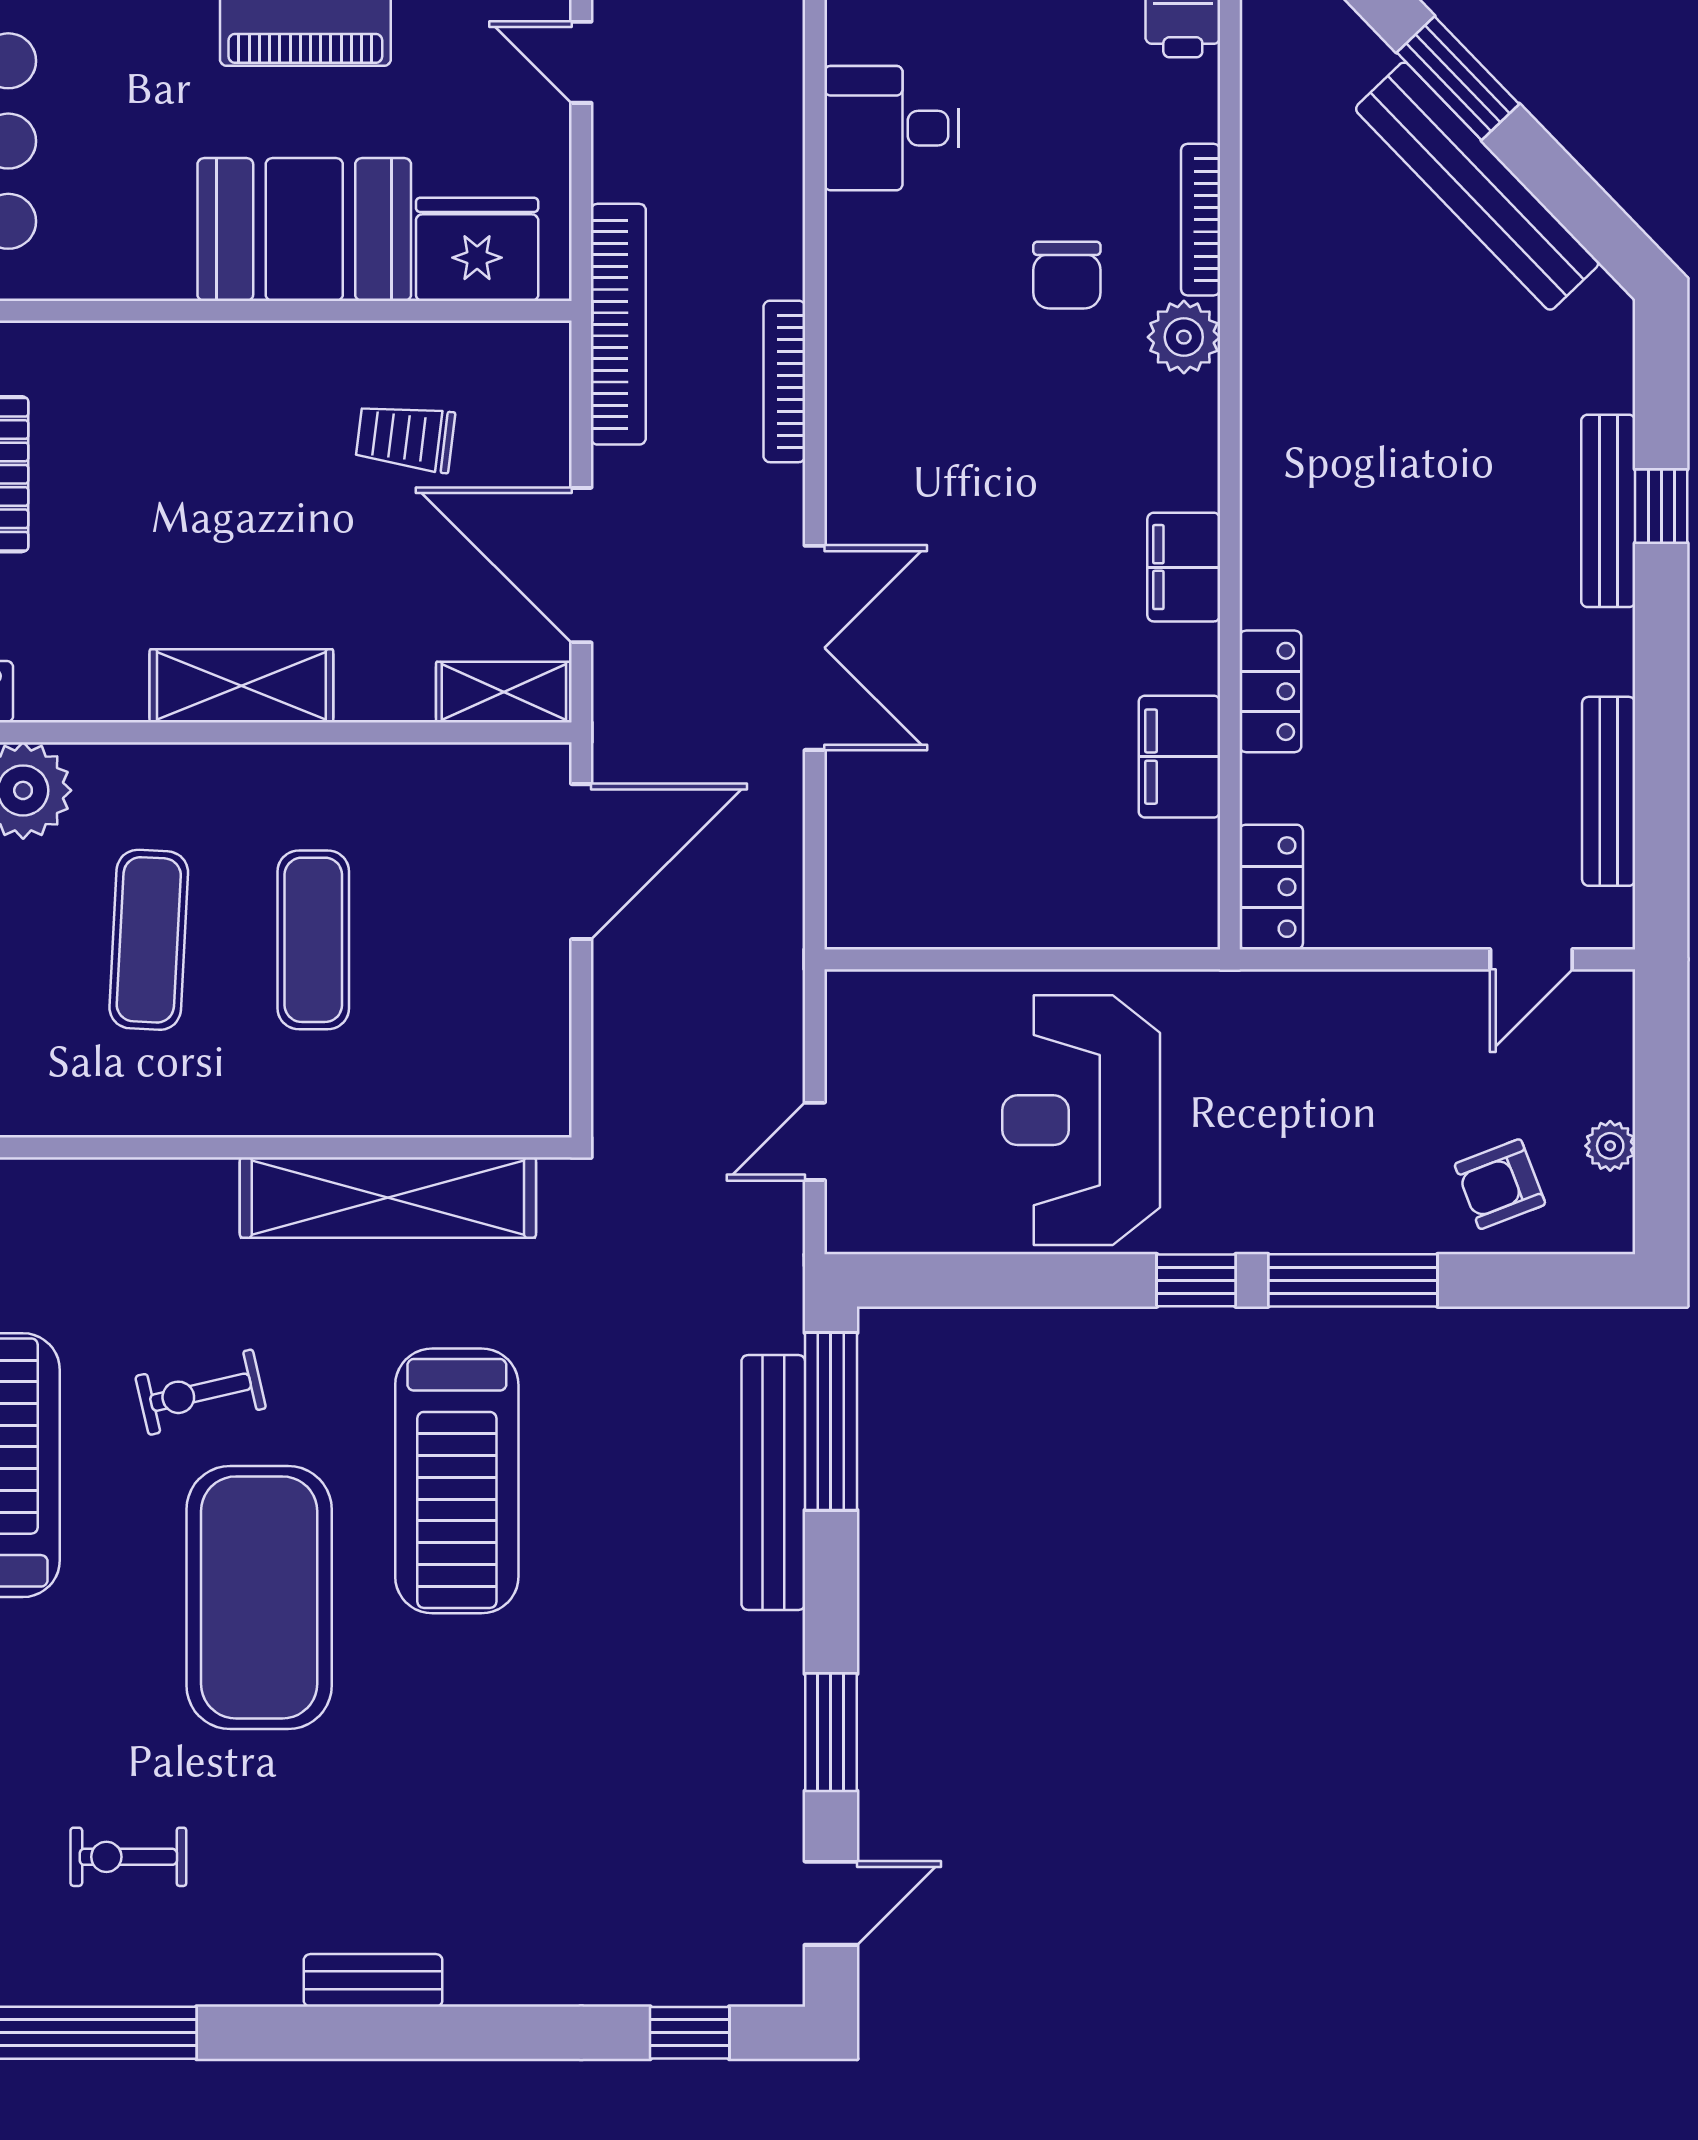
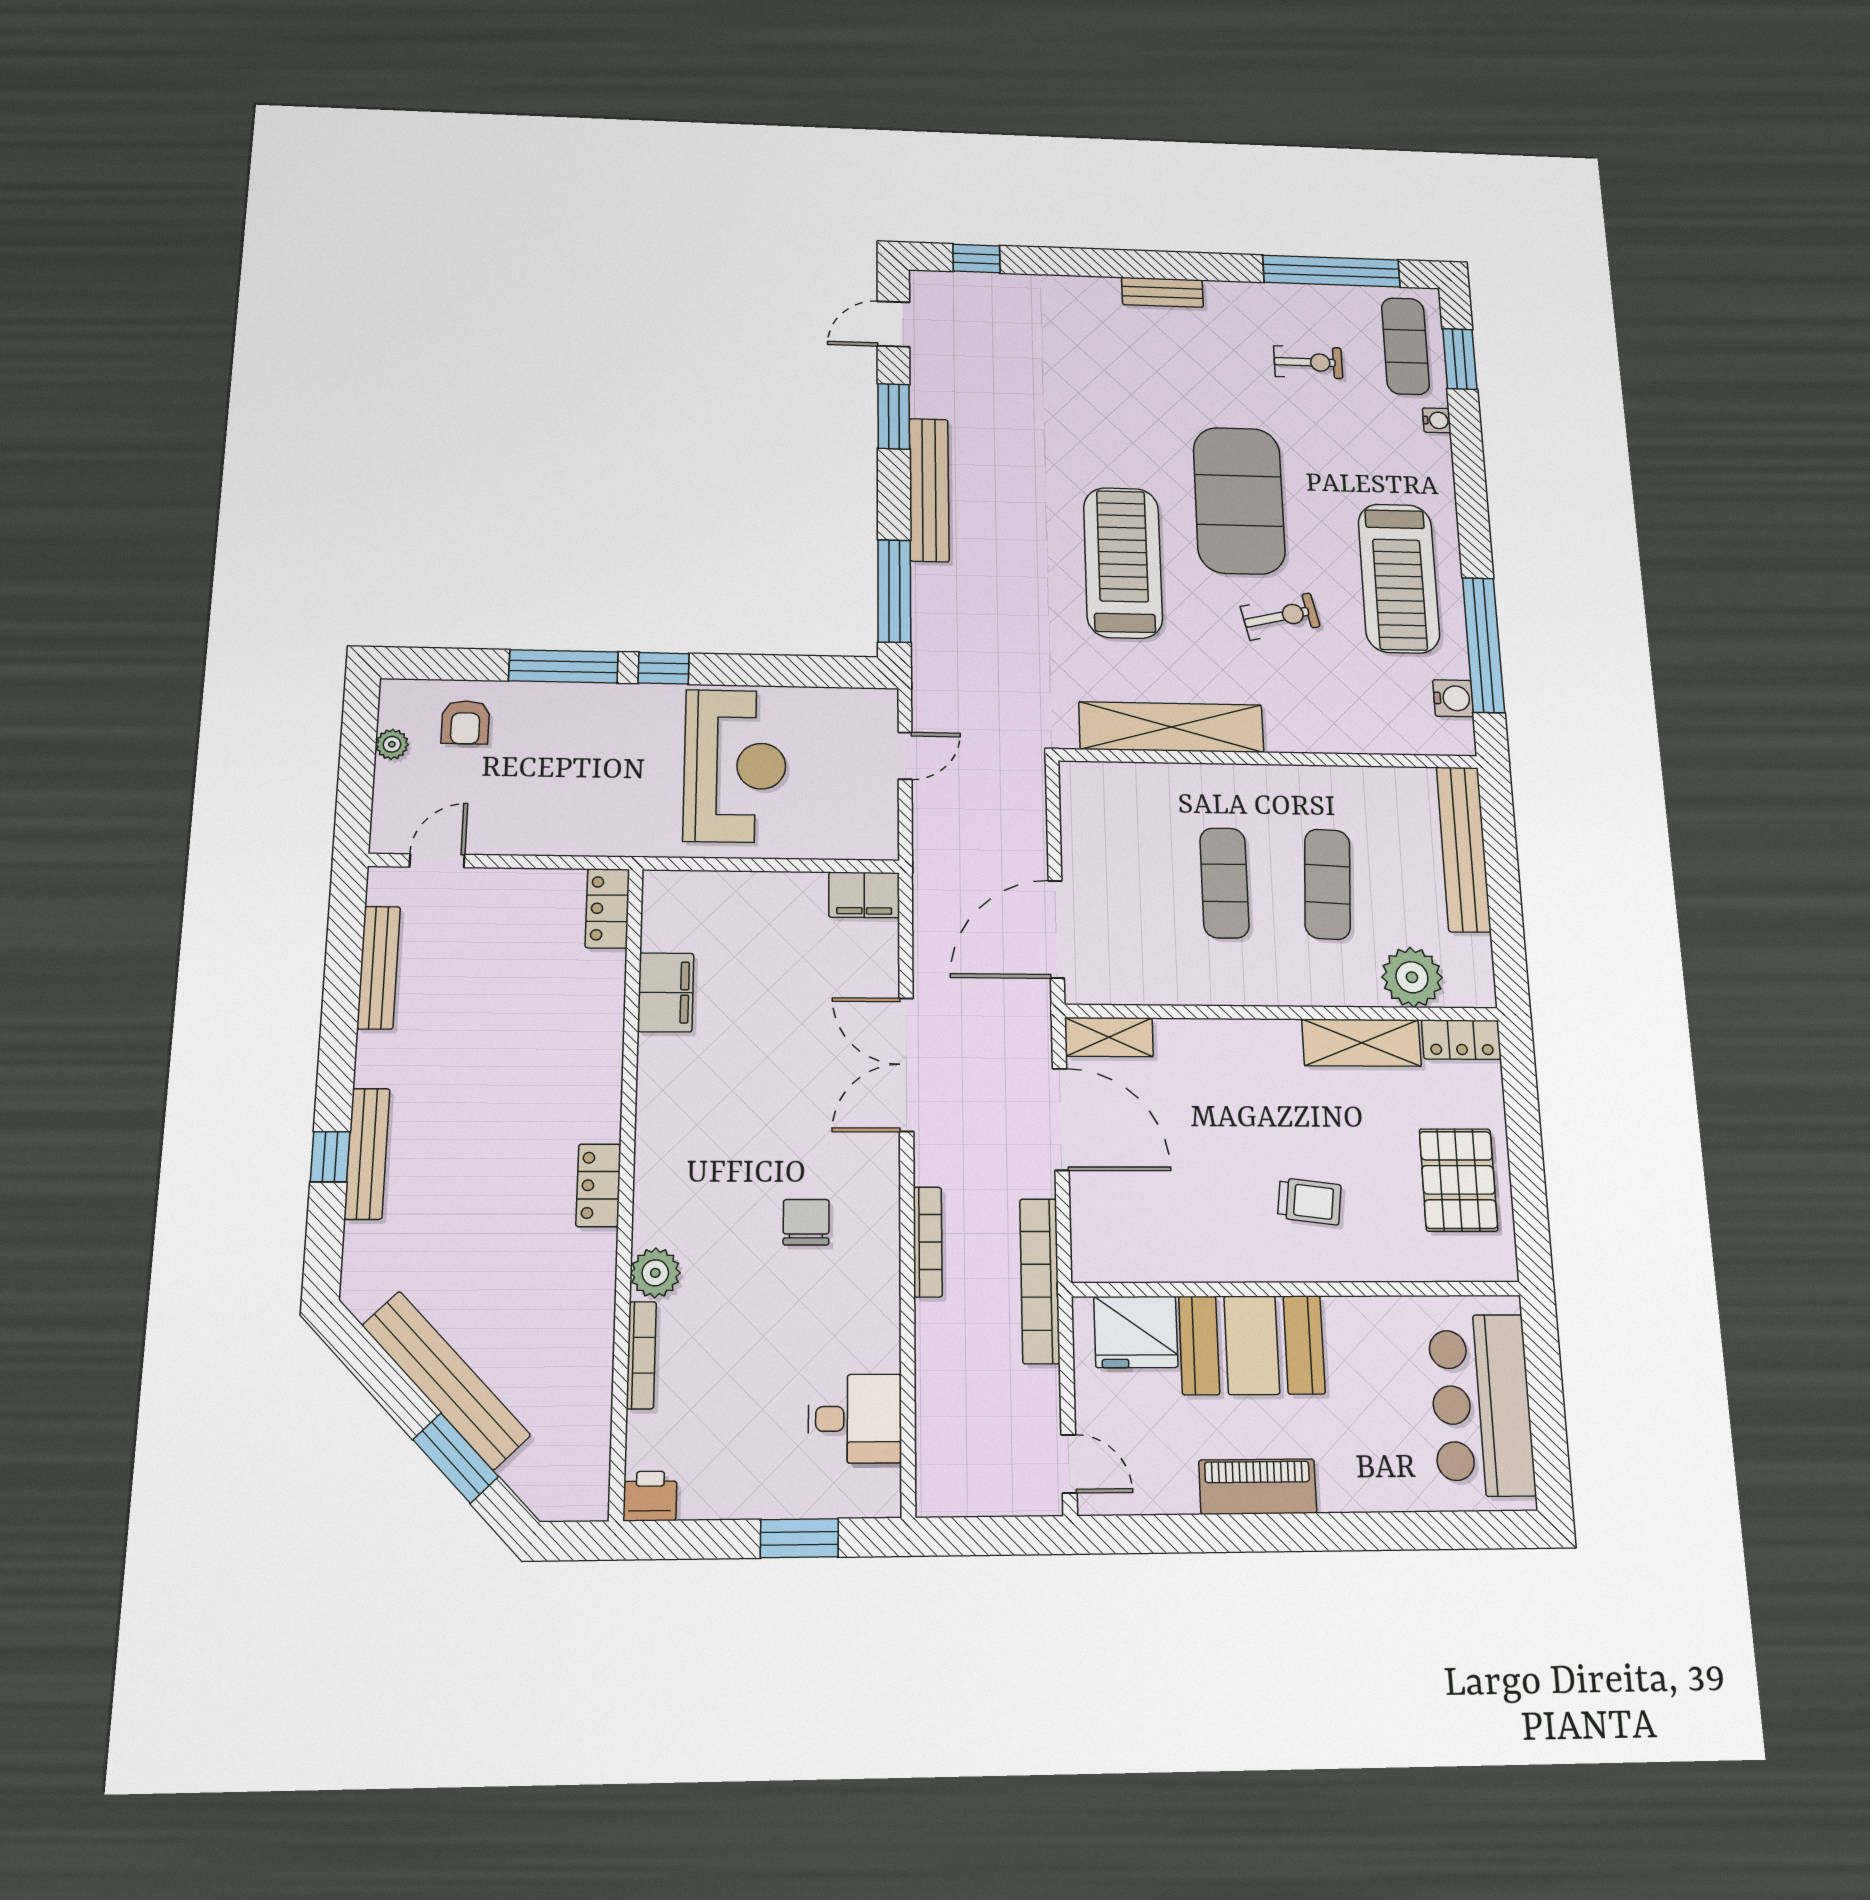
chair: (1067, 275) -> (806, 1222), moved
trolley: (405, 437) -> (1309, 1201), moved
filing cabinet: (1184, 567) -> (864, 895), moved, turned 90
shelving: (241, 686) -> (1362, 1043), moved
locker: (1270, 691) -> (598, 1185), moved
armchair: (1500, 1184) -> (465, 722), turned 111
bench: (773, 1482) -> (929, 490), moved

